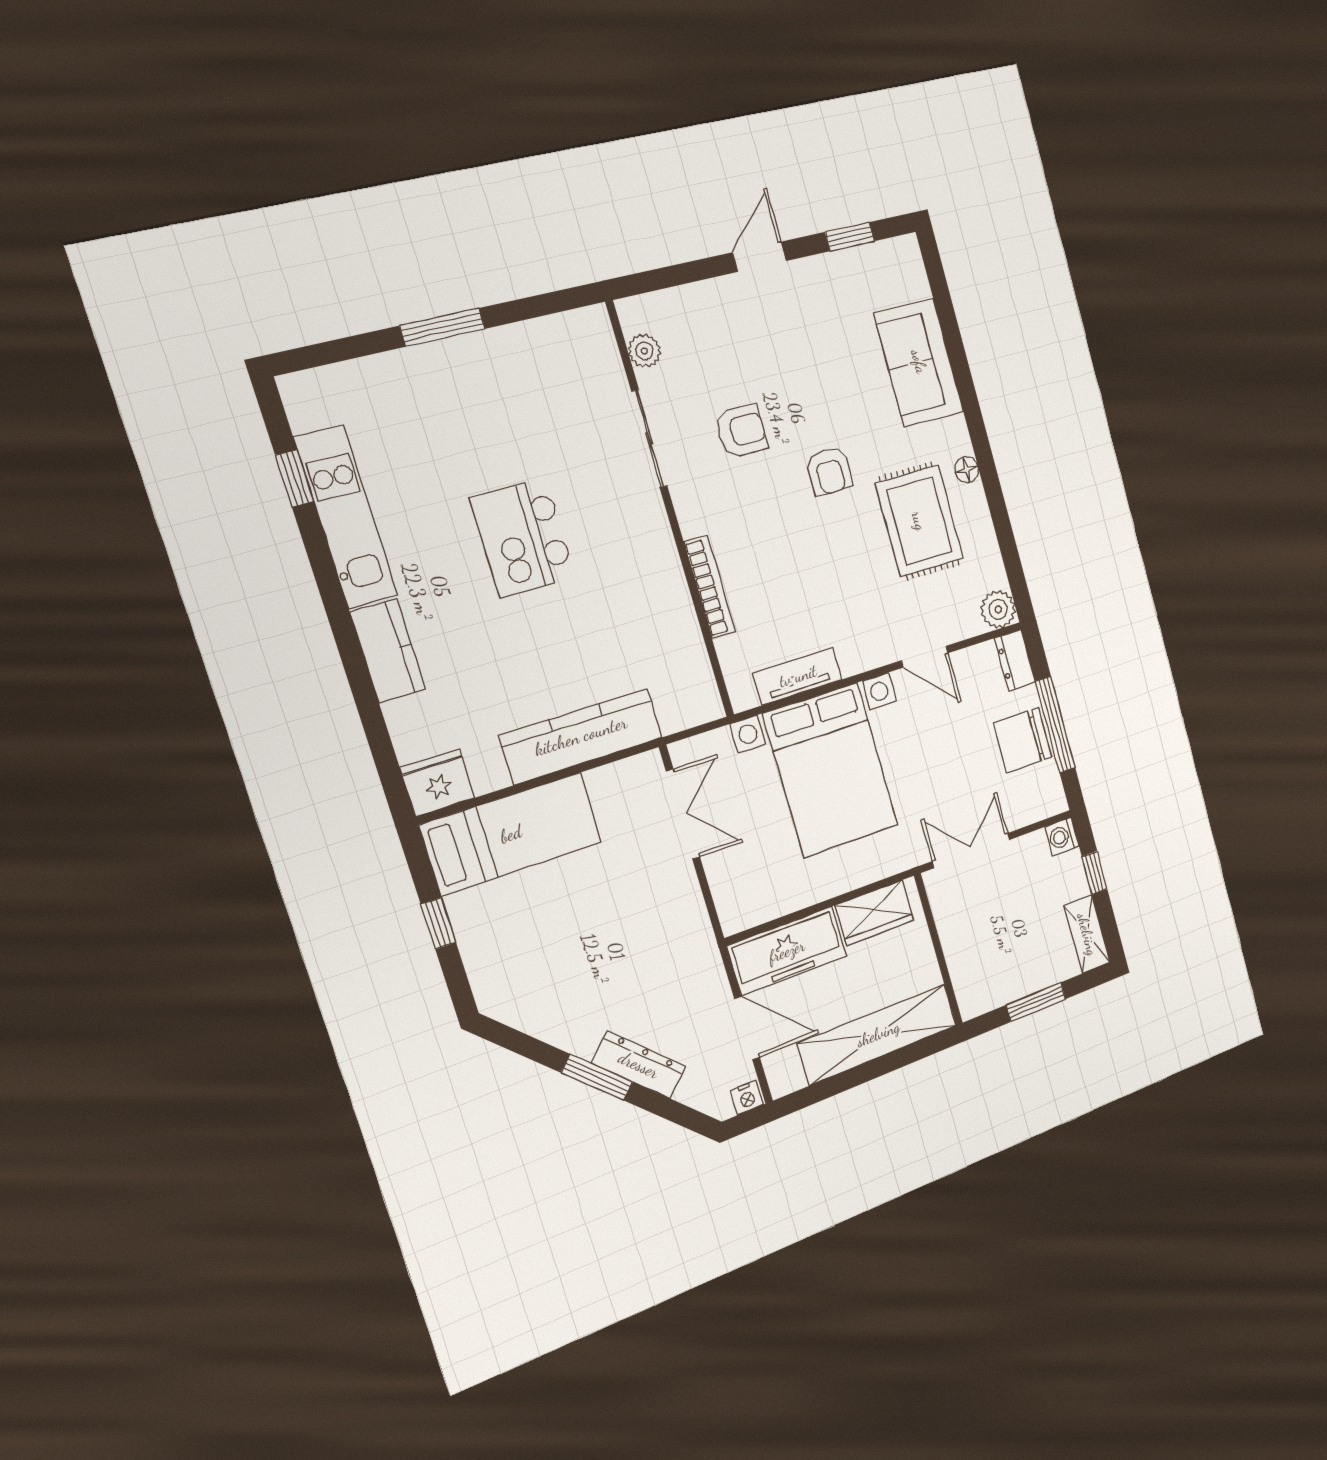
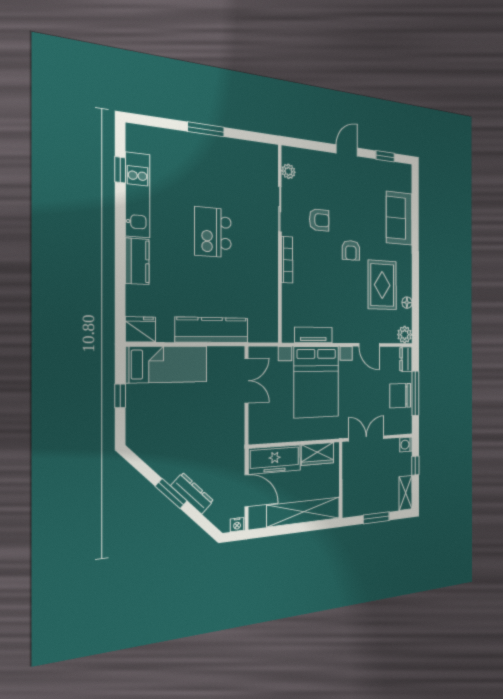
floor lamp: (967, 470) -> (407, 303), moved
bookcase: (710, 587) -> (287, 260), moved

